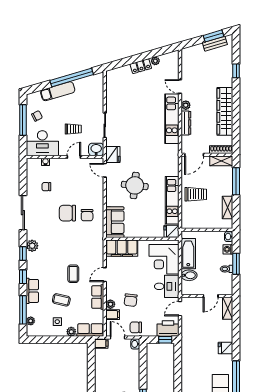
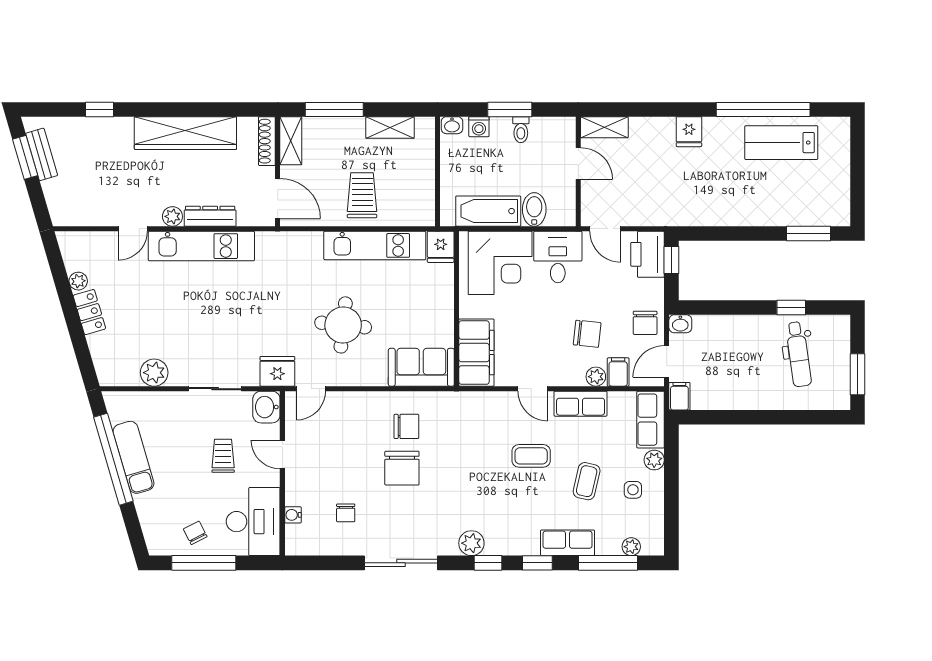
exam couch: (58, 91) -> (133, 457), moved
plant: (112, 97) -> (154, 373), added

